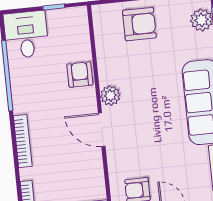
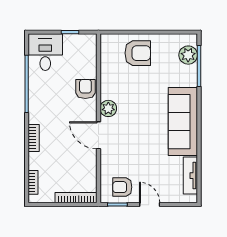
bookcase: (23, 141) -> (34, 138), width x0.64

